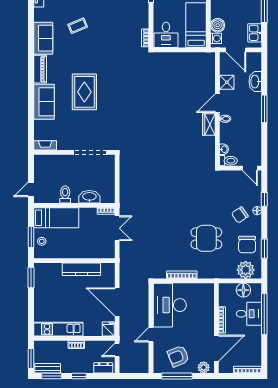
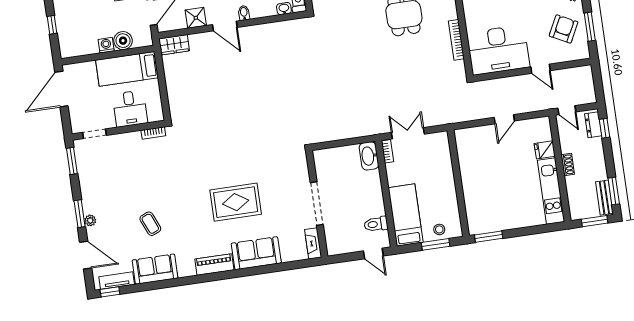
desk: (166, 35) -> (130, 109), moved, turned 90
sofa: (43, 38) -> (155, 269), moved
washing machine: (216, 38) -> (106, 45), moved
wardrobe: (209, 124) -> (174, 45), moved
doorway: (90, 152) -> (317, 204), moved
toilet: (65, 194) -> (376, 224), moved
washbasin: (89, 197) -> (369, 156), moved
kitchen counter: (81, 269) -> (468, 172), removed
door: (117, 302) -> (504, 119), width x0.53
fridge: (108, 329) -> (545, 150), moved
armchair: (178, 356) -> (564, 29), turned -131
window: (79, 376) -> (605, 128), moved
window: (177, 376) -> (590, 27), width x0.69

